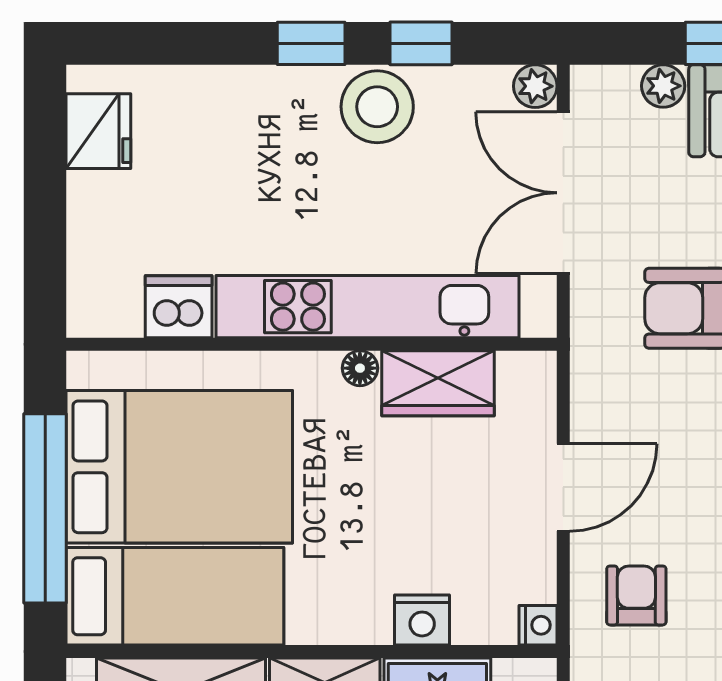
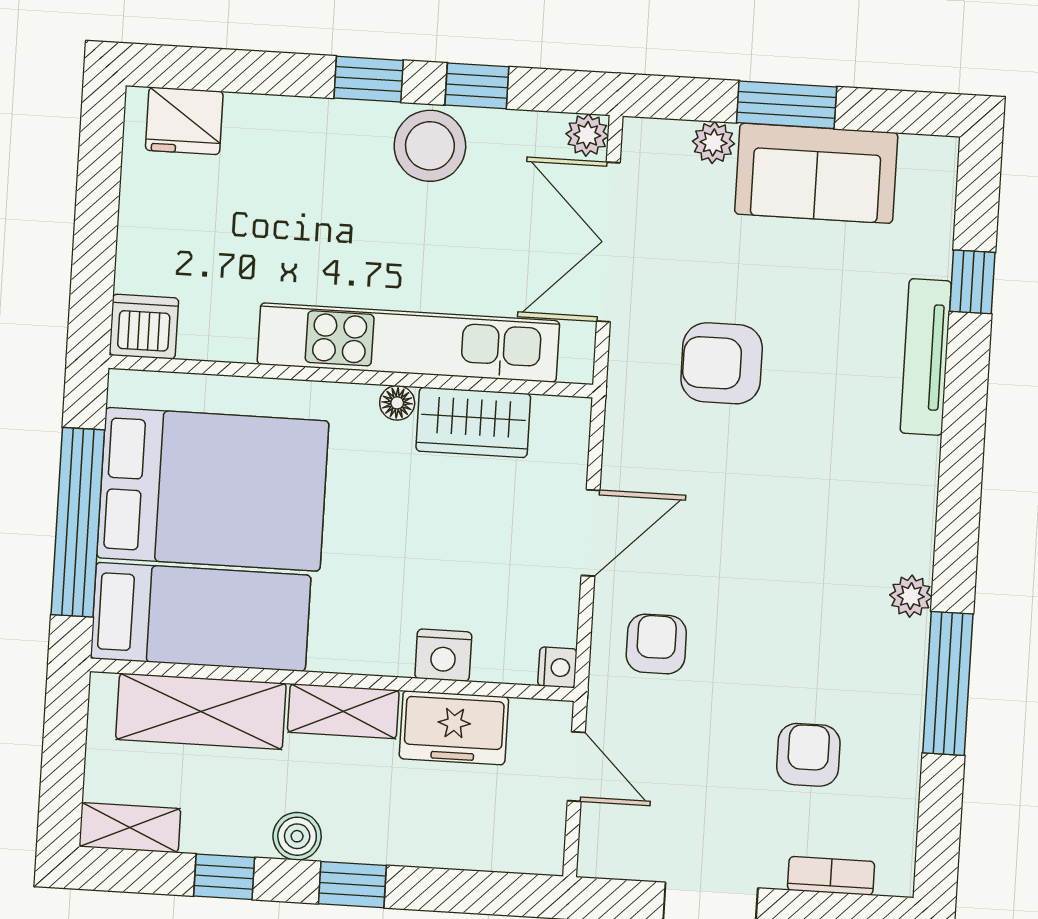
fridge: (98, 131) -> (184, 121), moved, turned 90
dishwasher: (179, 307) -> (144, 327), moved

